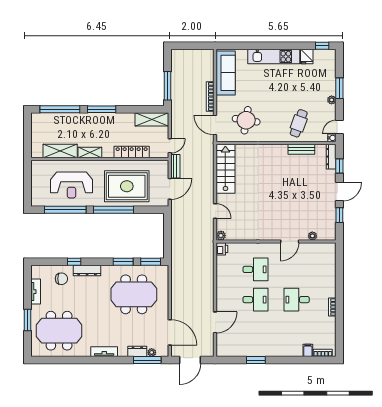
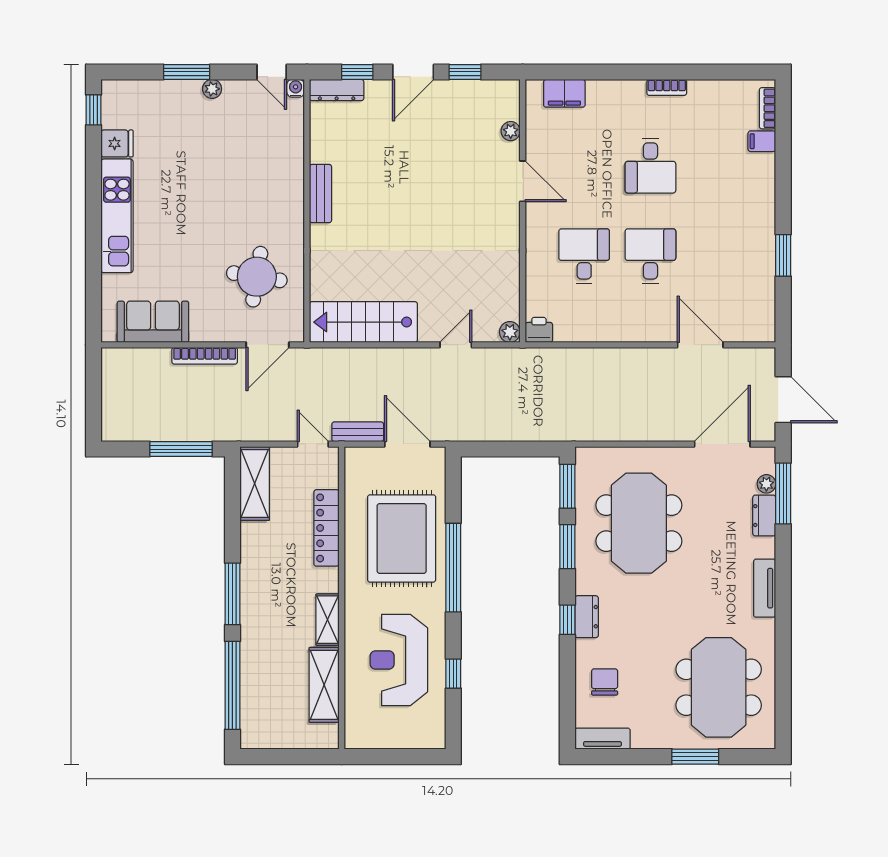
sofa: (226, 73) -> (153, 322), width x0.73
cafe table: (299, 123) -> (264, 161), removed
bench: (301, 149) -> (320, 194), moved
reception desk: (71, 185) -> (399, 660), turned 180
door: (339, 191) -> (413, 72), swing flipped
window: (65, 210) -> (453, 674), width x0.32
filing cabinet: (330, 260) -> (564, 93), added
window: (74, 262) -> (567, 620), moved
dresser: (87, 271) -> (587, 617), width x0.70
tv unit: (36, 292) -> (603, 739), moved

